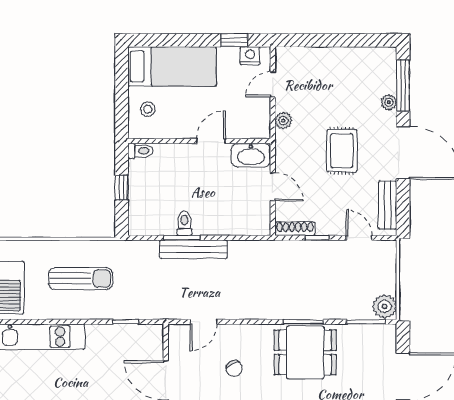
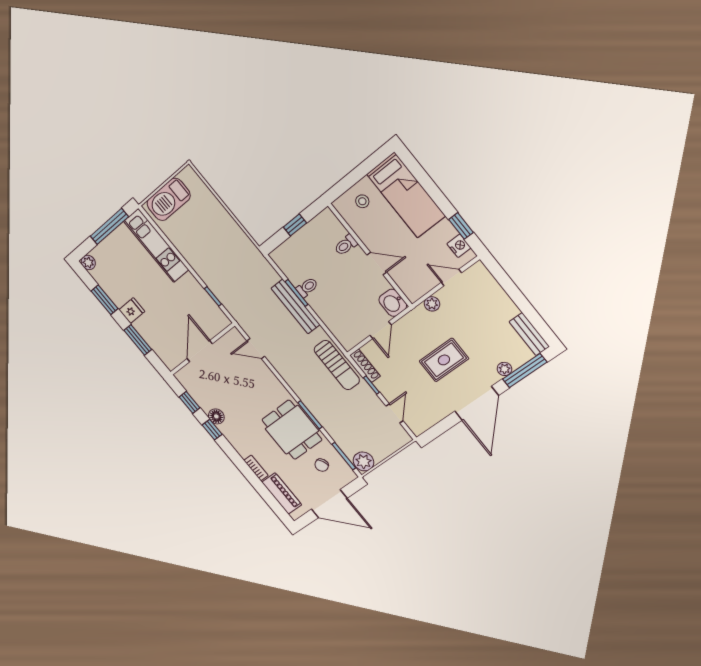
toilet: (140, 151) -> (346, 245), moved, turned 90
washbasin: (251, 155) -> (393, 303), width x0.72
bench: (388, 205) -> (529, 334), moved, turned 90
sun lounger: (81, 279) -> (337, 365), moved
chair: (234, 368) -> (322, 465), moved

